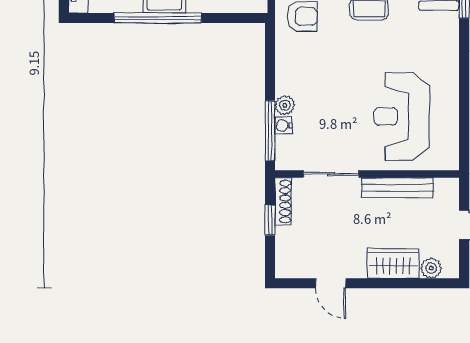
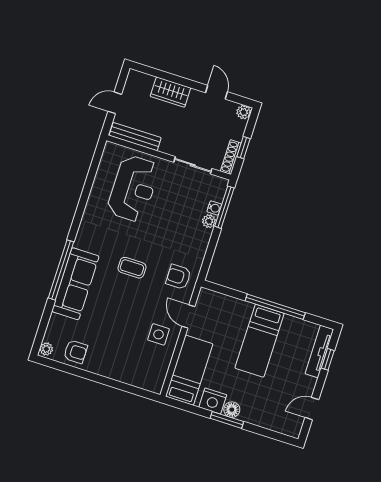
bench: (397, 188) -> (135, 137), moved
plant: (431, 268) -> (244, 112), moved

